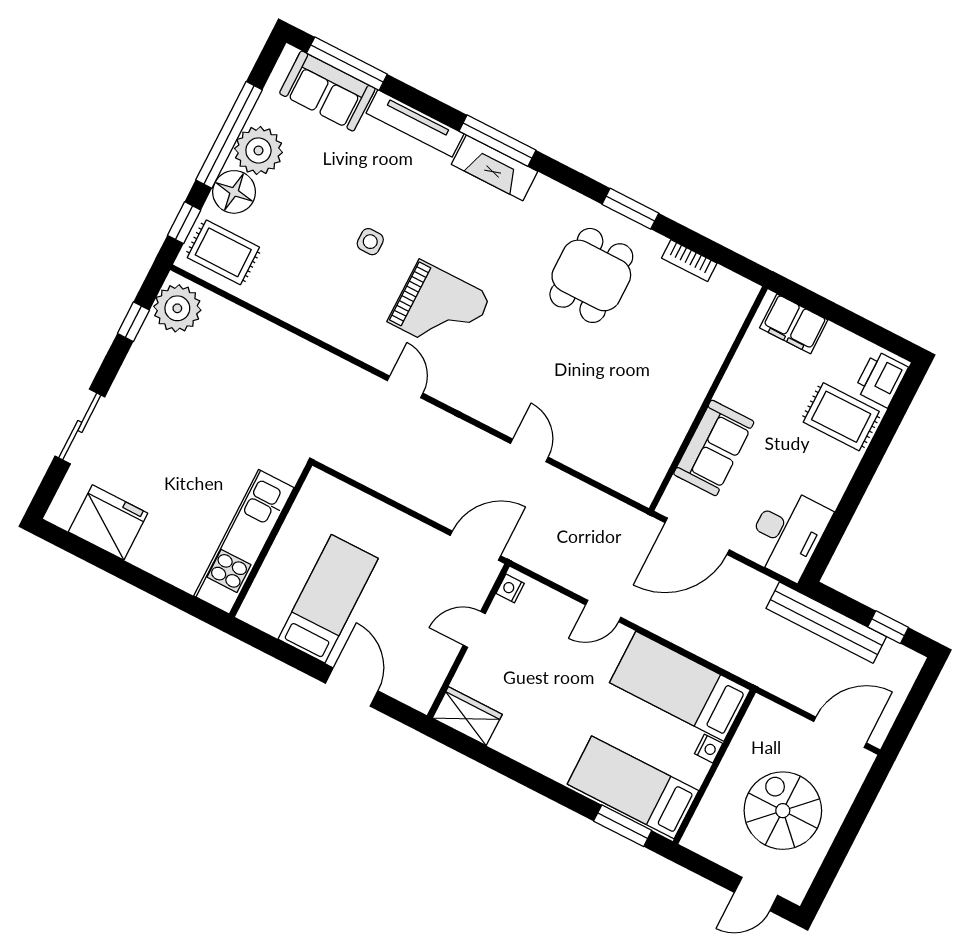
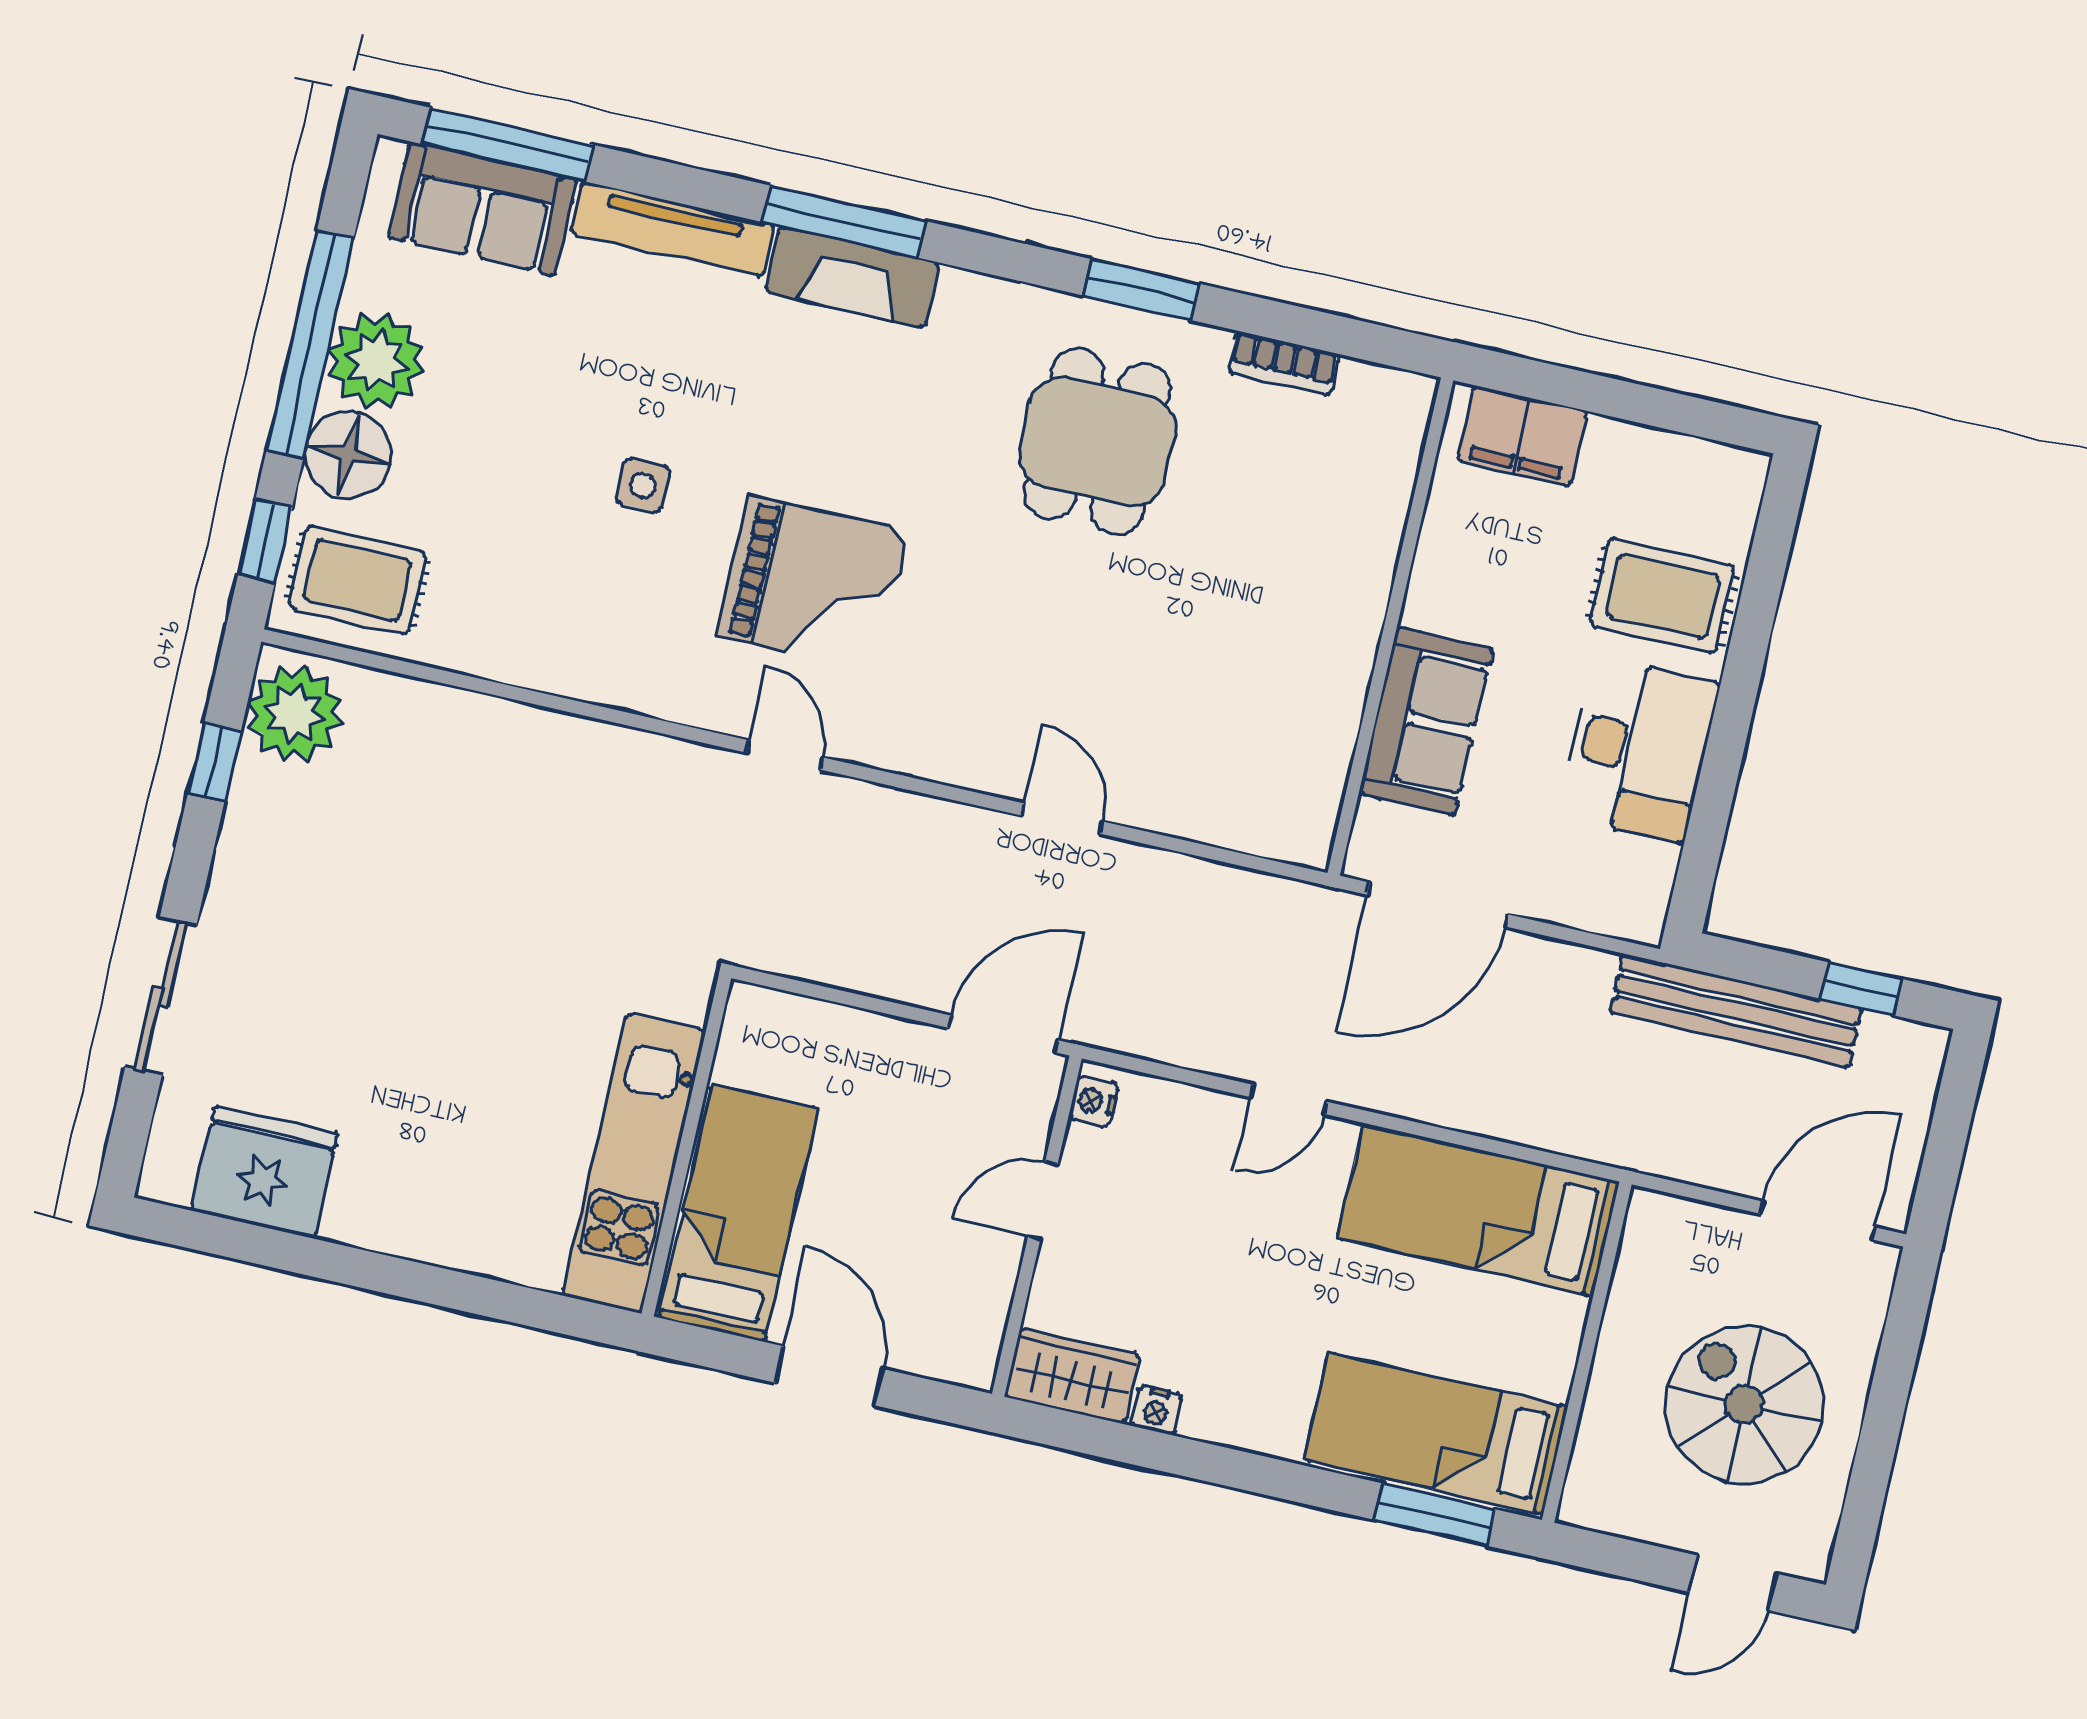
printer: (881, 379) -> (1722, 501), removed
desk: (788, 533) -> (1639, 749), moved
wall: (271, 540) -> (686, 1146), moved
kitchen unit: (244, 542) -> (634, 1163), moved
nightstand: (709, 749) -> (1156, 1410), moved, turned 90

